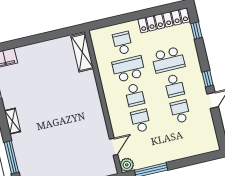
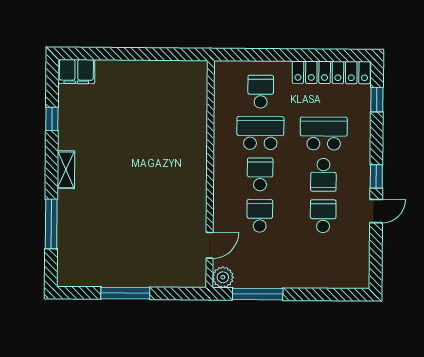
shelving: (82, 52) -> (196, 91), removed
school desk: (168, 60) -> (324, 133), turned 180
school desk: (135, 95) -> (260, 174), turned 180

